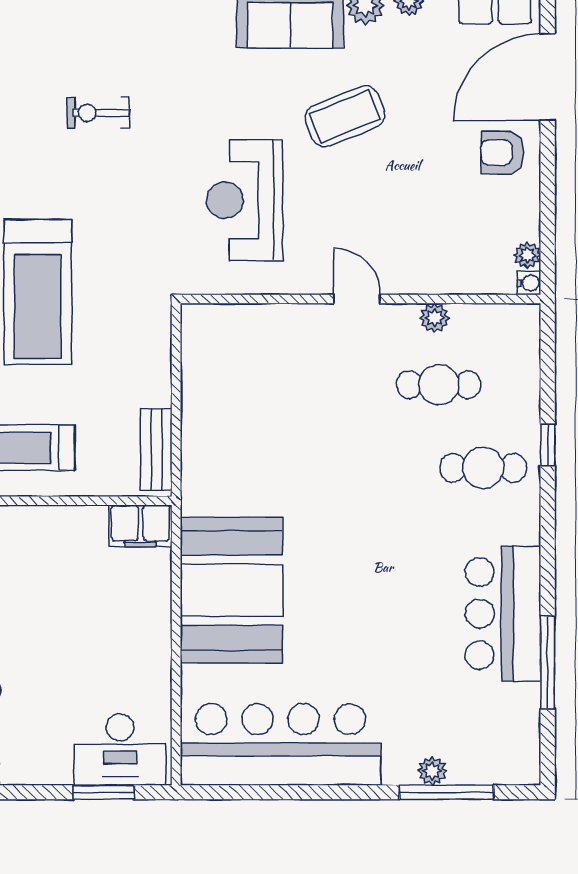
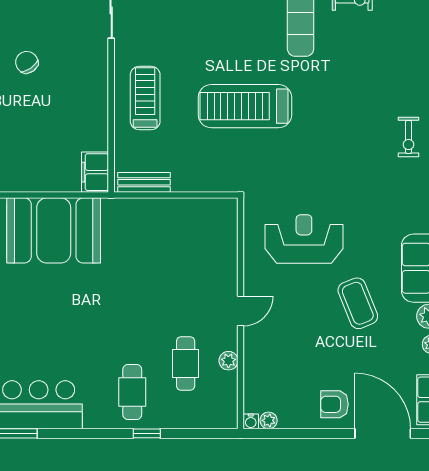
exercise bike: (98, 113) -> (409, 137), moved, turned 180
armchair: (502, 153) -> (334, 404), turned -90

